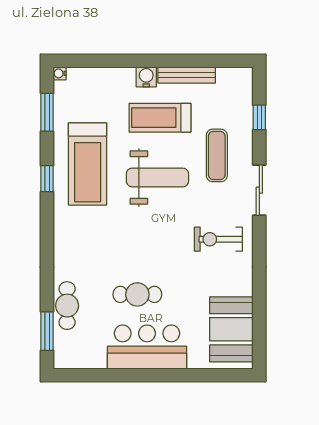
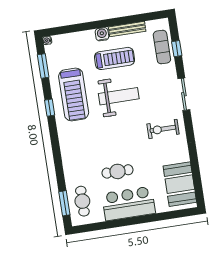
treadmill: (160, 118) -> (114, 58), turned 180
exercise mat: (217, 155) -> (162, 47), moved
cafe table: (67, 306) -> (82, 201), moved

